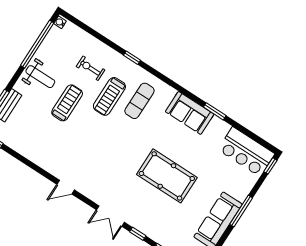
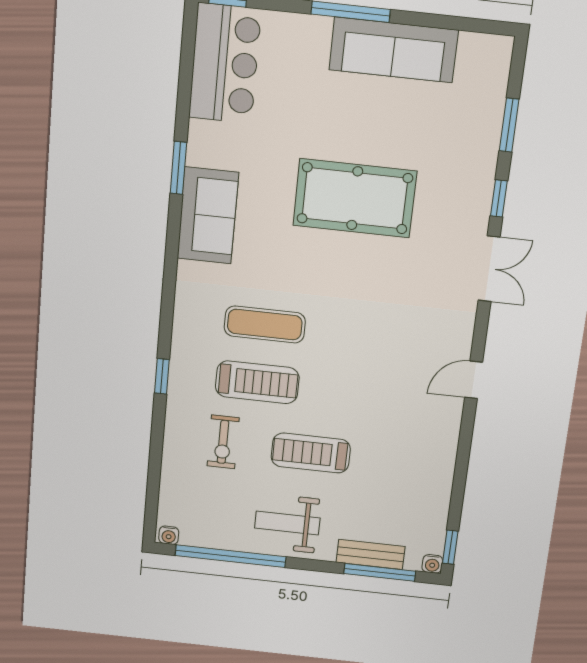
weight bench: (40, 77) -> (287, 523), turned -90
exercise mat: (139, 101) -> (265, 324), moved
pool table: (167, 176) -> (355, 198), turned 90
door: (66, 187) -> (474, 380), swing flipped

